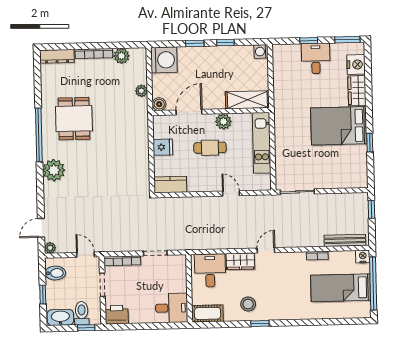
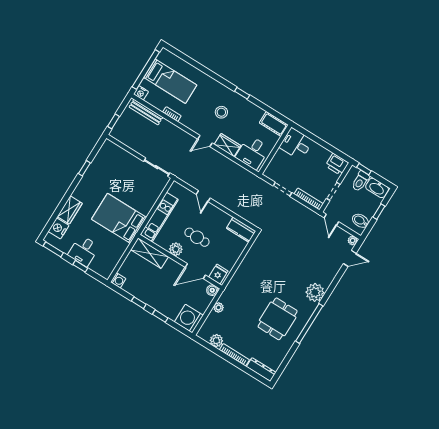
bed: (339, 126) -> (119, 218), moved, turned 180
fridge: (163, 147) -> (218, 274), moved, turned 90
stool: (248, 304) -> (221, 112), moved

